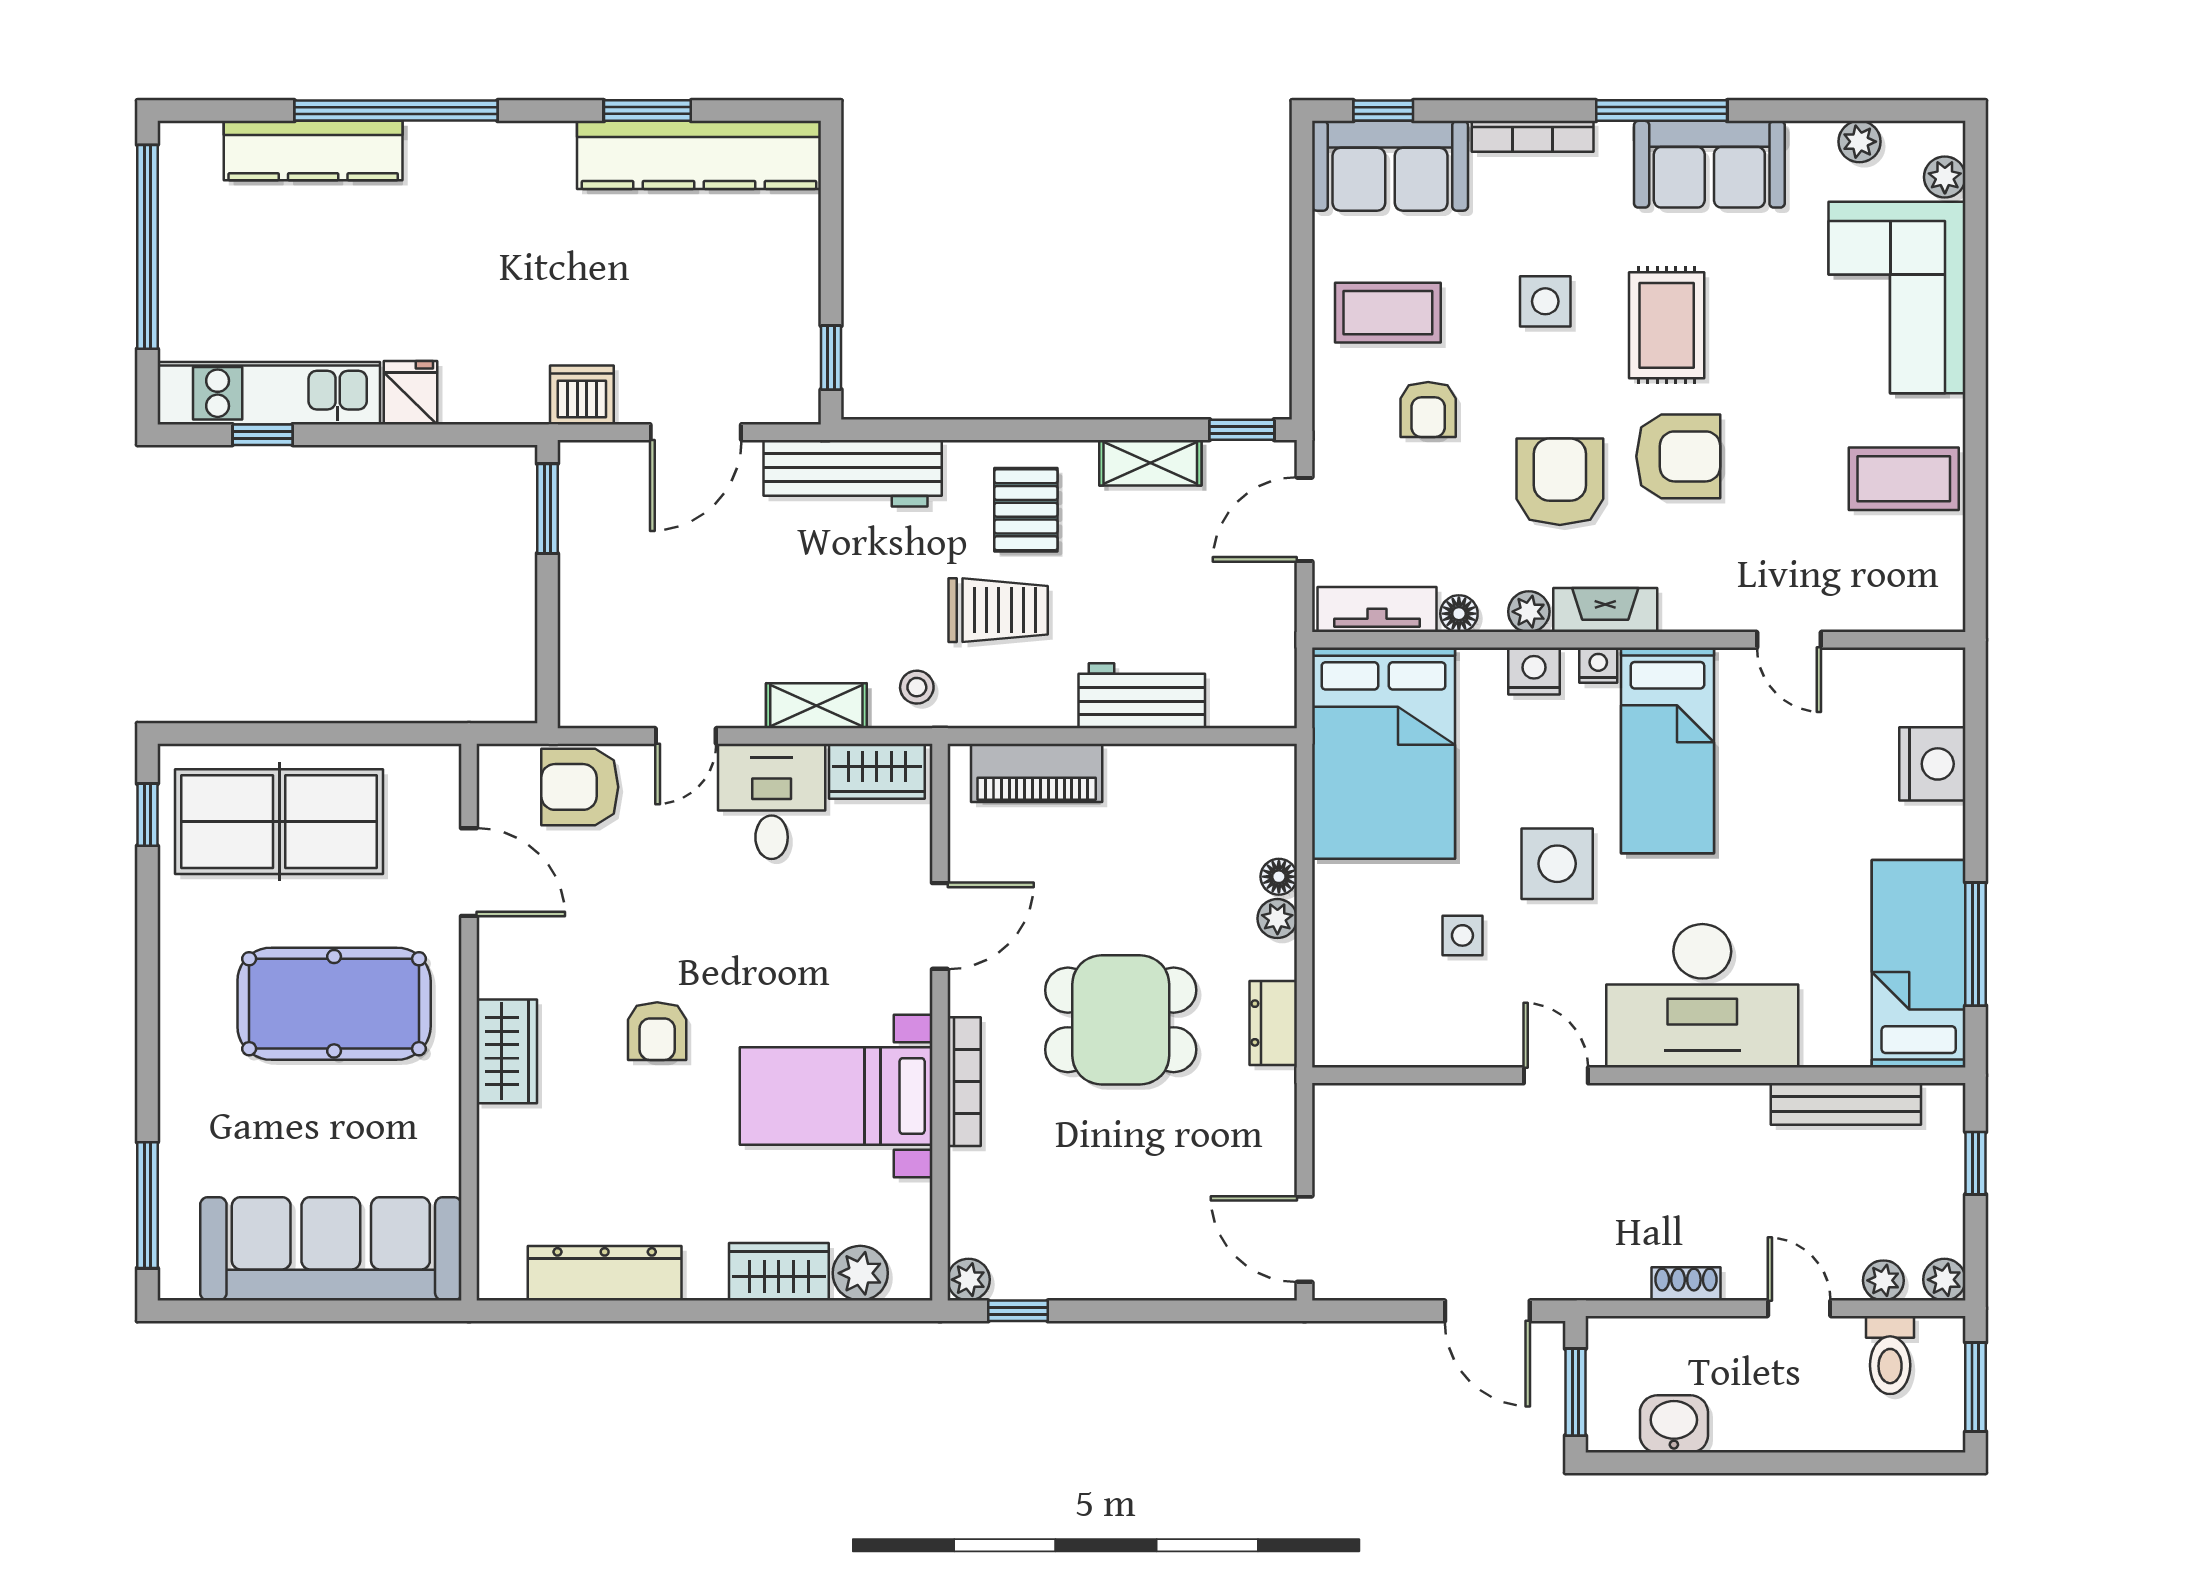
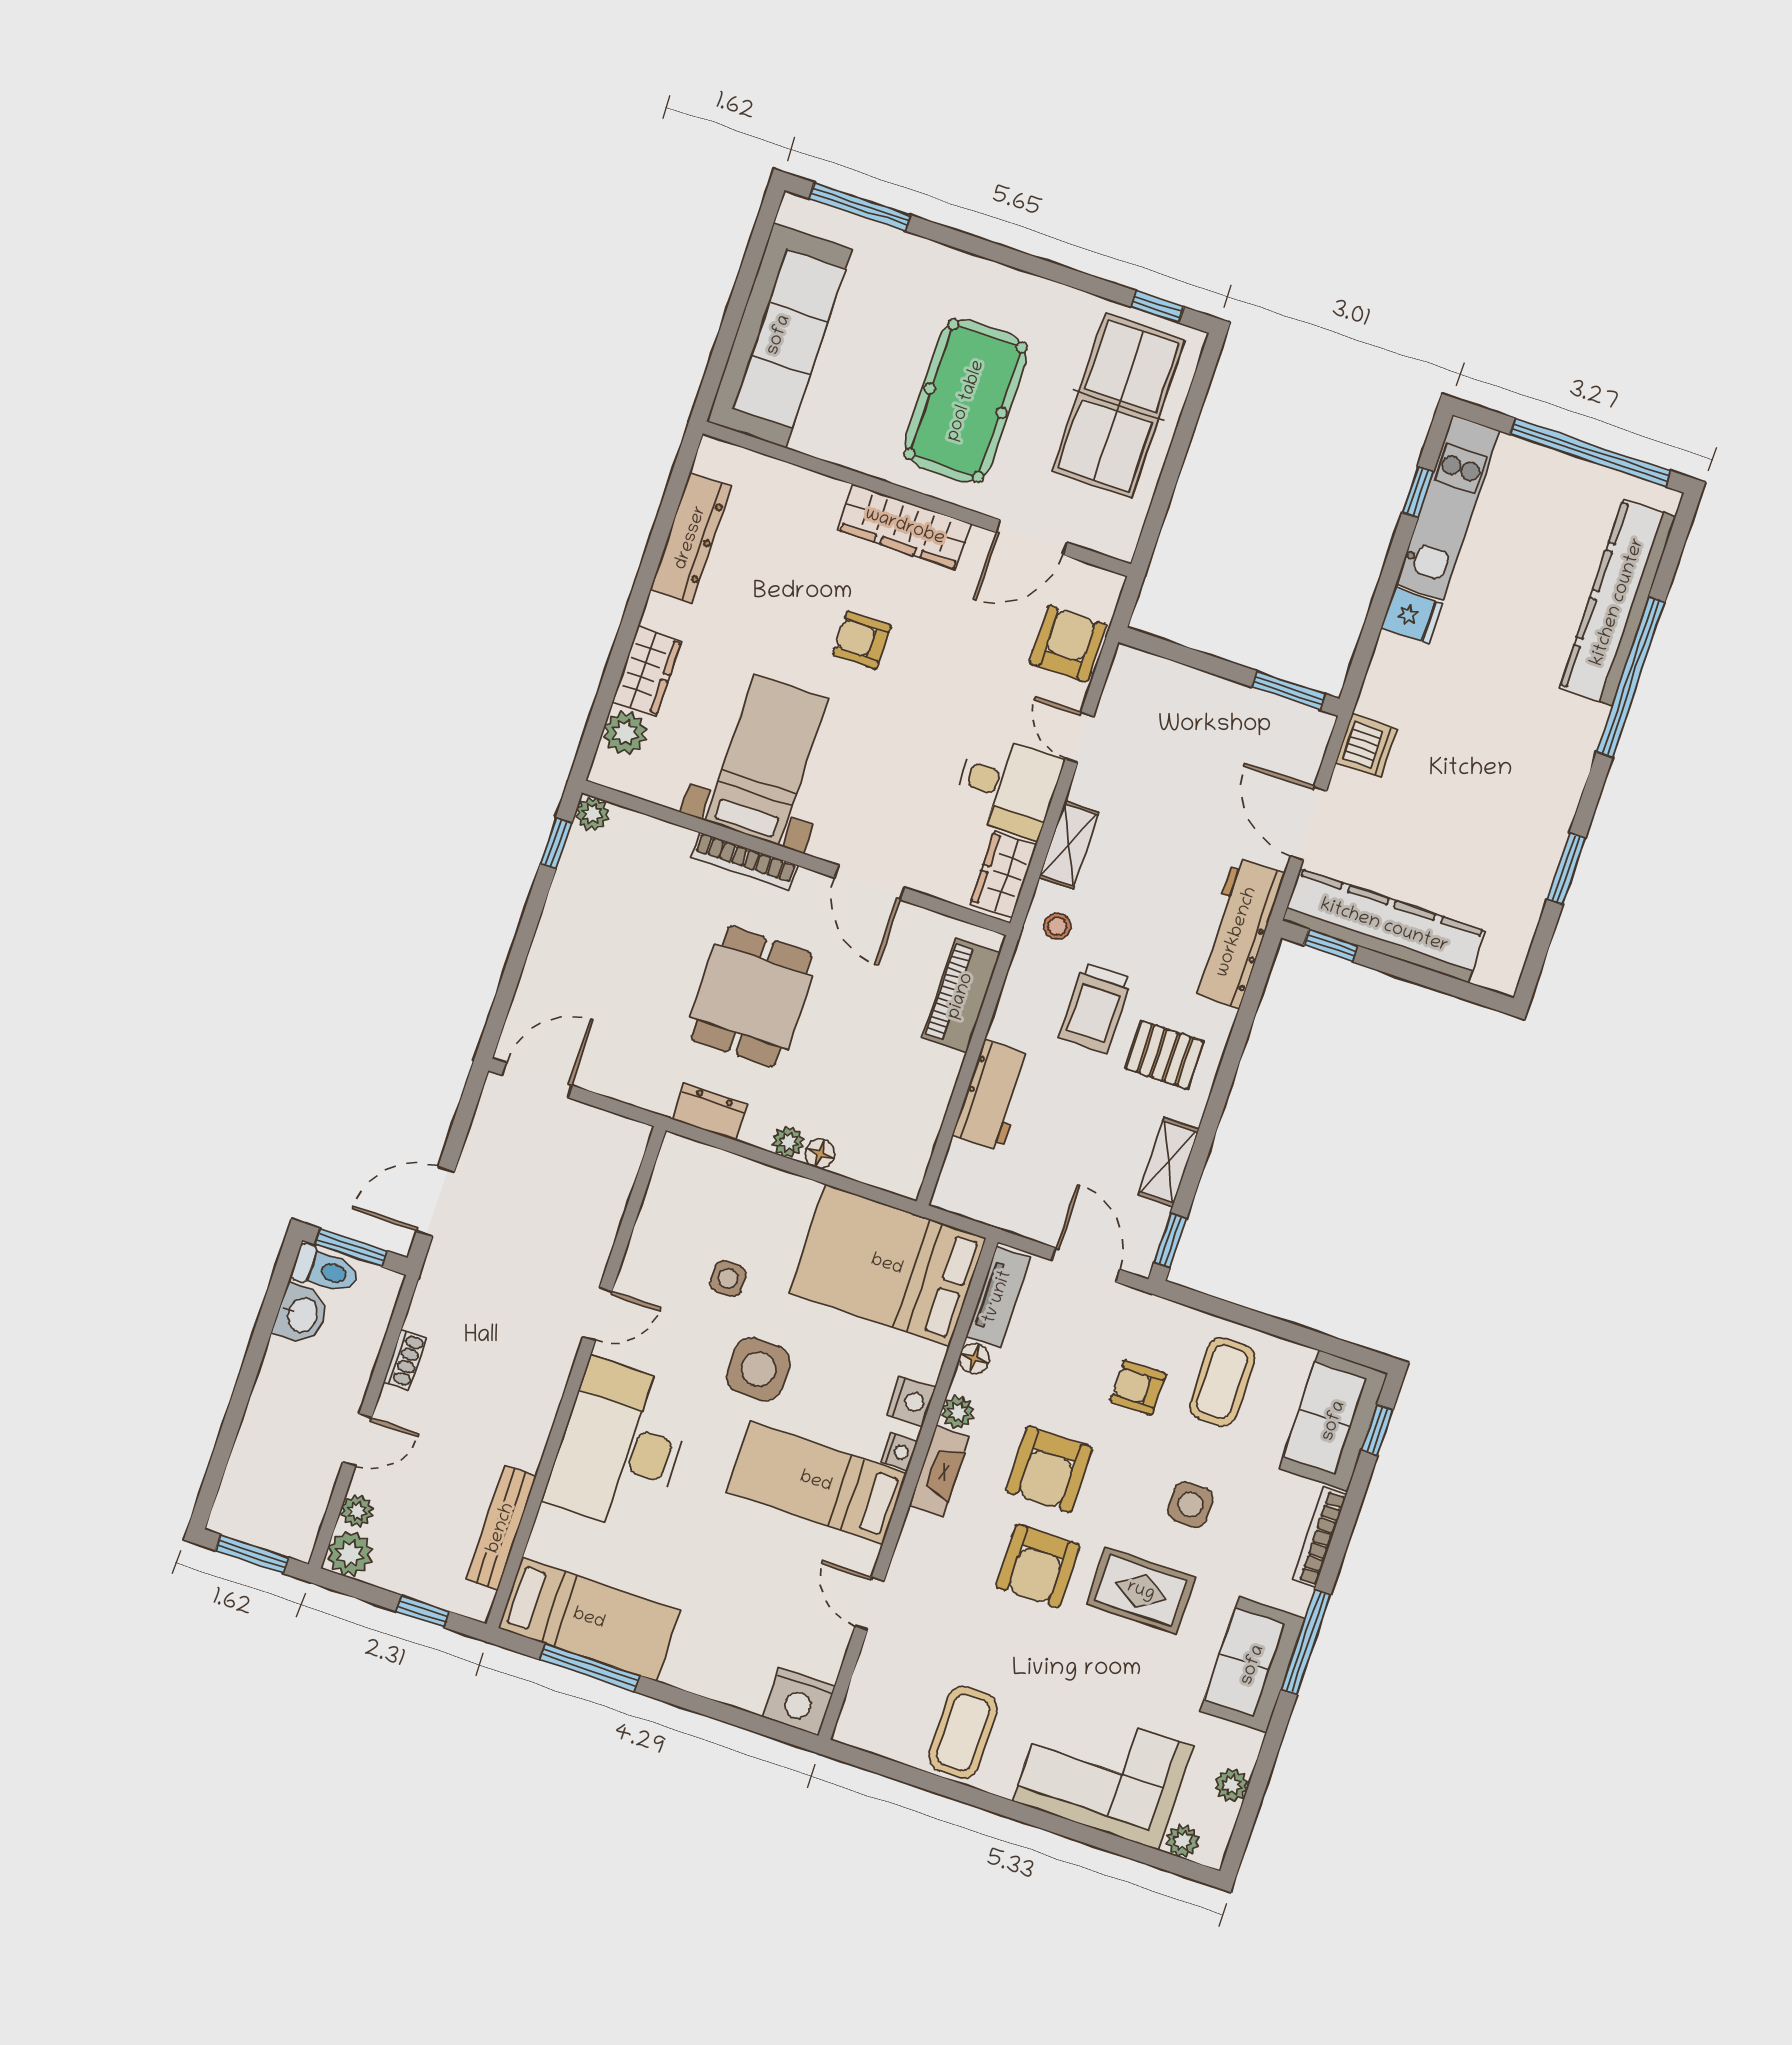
kitchen counter: (313, 150) -> (1618, 602), width x1.39, depth x1.17
kitchen counter: (699, 155) -> (1384, 926), moved, turned 90
armchair: (1560, 482) -> (1049, 1469), turned 90
door: (1789, 640) -> (870, 1603), hinge flipped
nightstand: (1932, 764) -> (799, 1701), moved
wardrobe: (507, 1051) -> (905, 527), width x1.50
plant: (1944, 1280) -> (350, 1554), width x1.38, depth x1.38
toilet: (1890, 1355) -> (325, 1270), moved, turned 180

